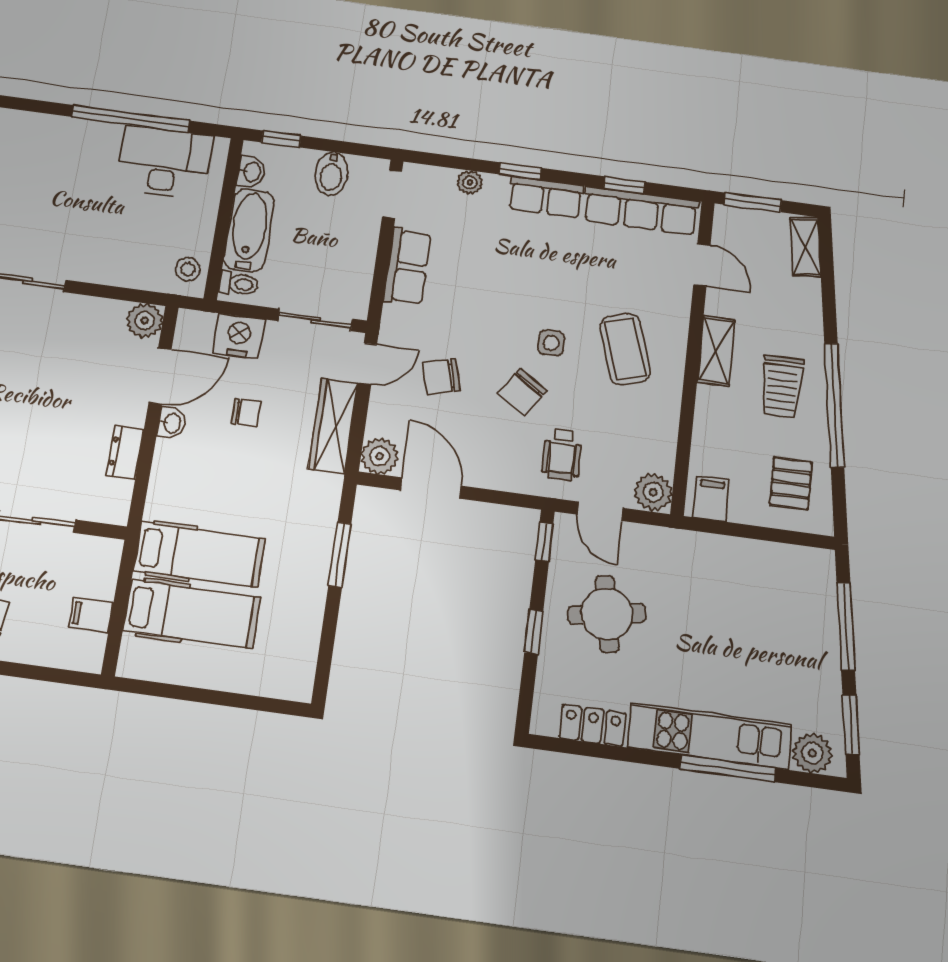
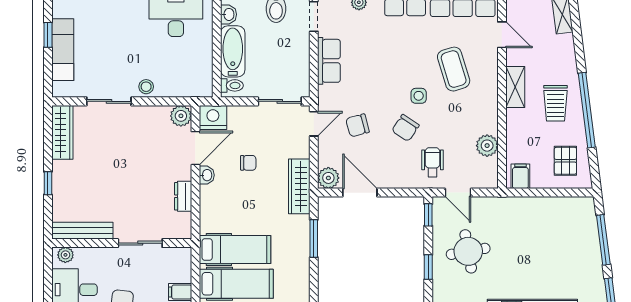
stool: (188, 269) -> (146, 87), moved
nightstand: (239, 336) -> (213, 117), moved
coffee table: (625, 349) -> (454, 69), moved
wardrobe: (333, 426) -> (299, 186), moved
wheelchair: (562, 455) -> (433, 162), turned 180
plant: (653, 492) -> (487, 146), moved

